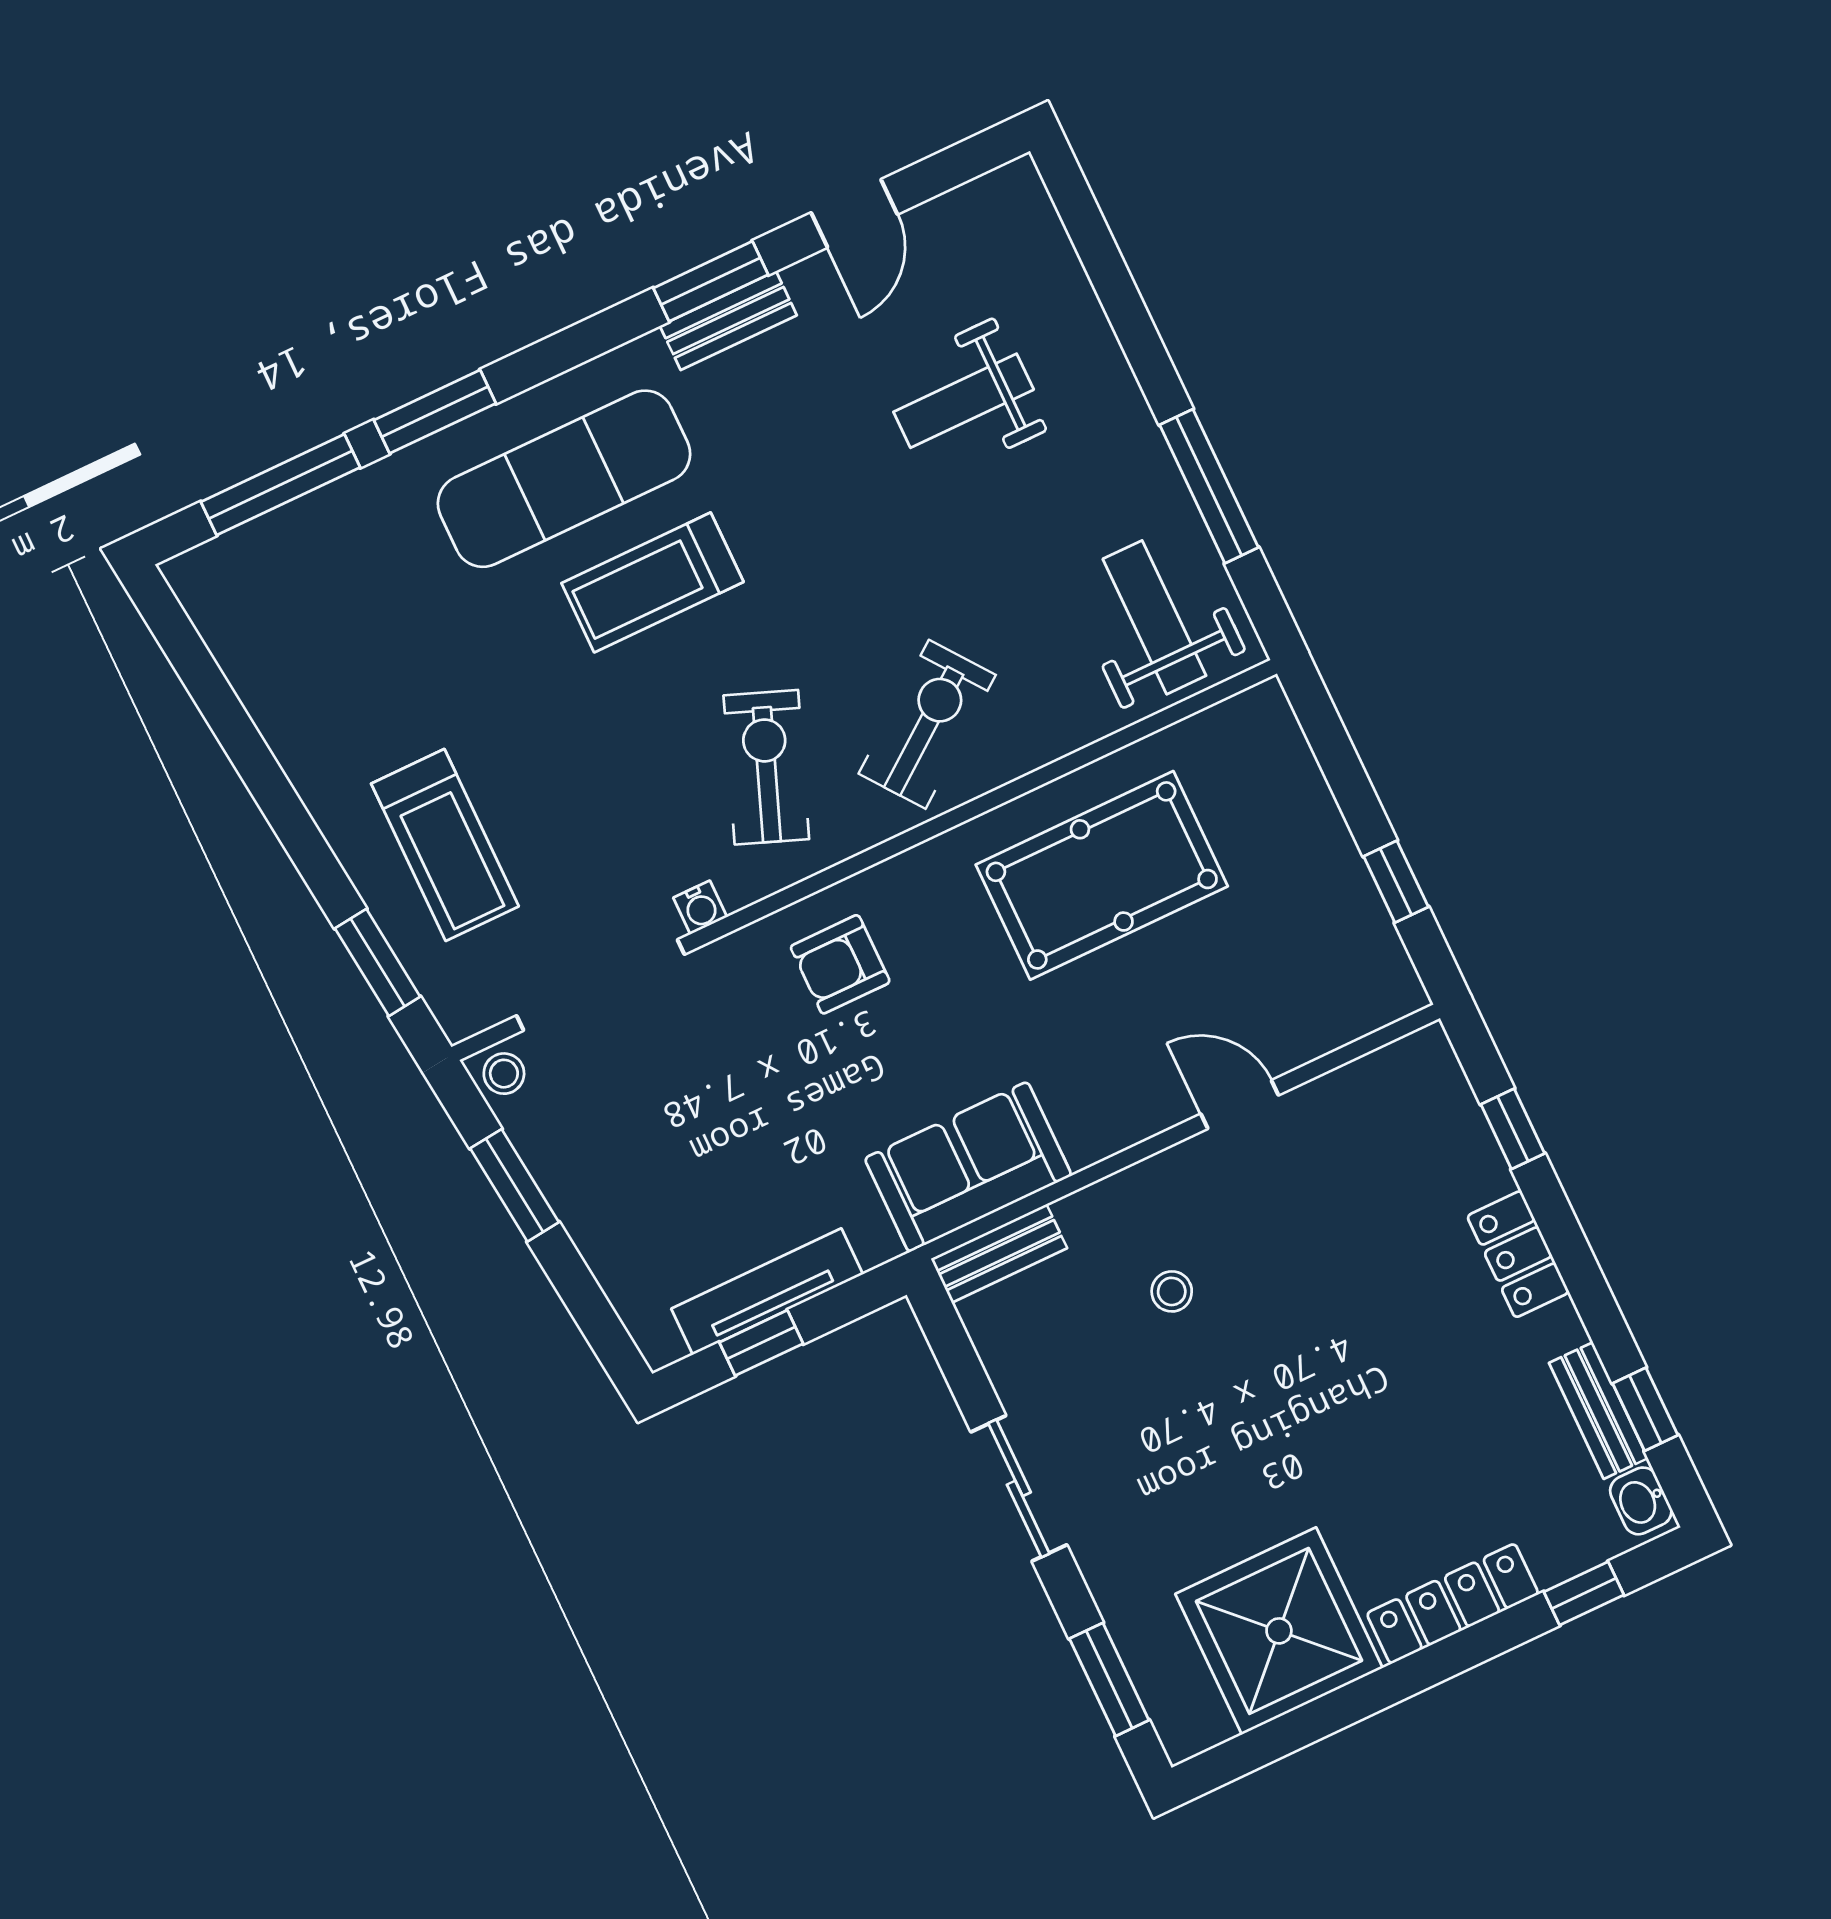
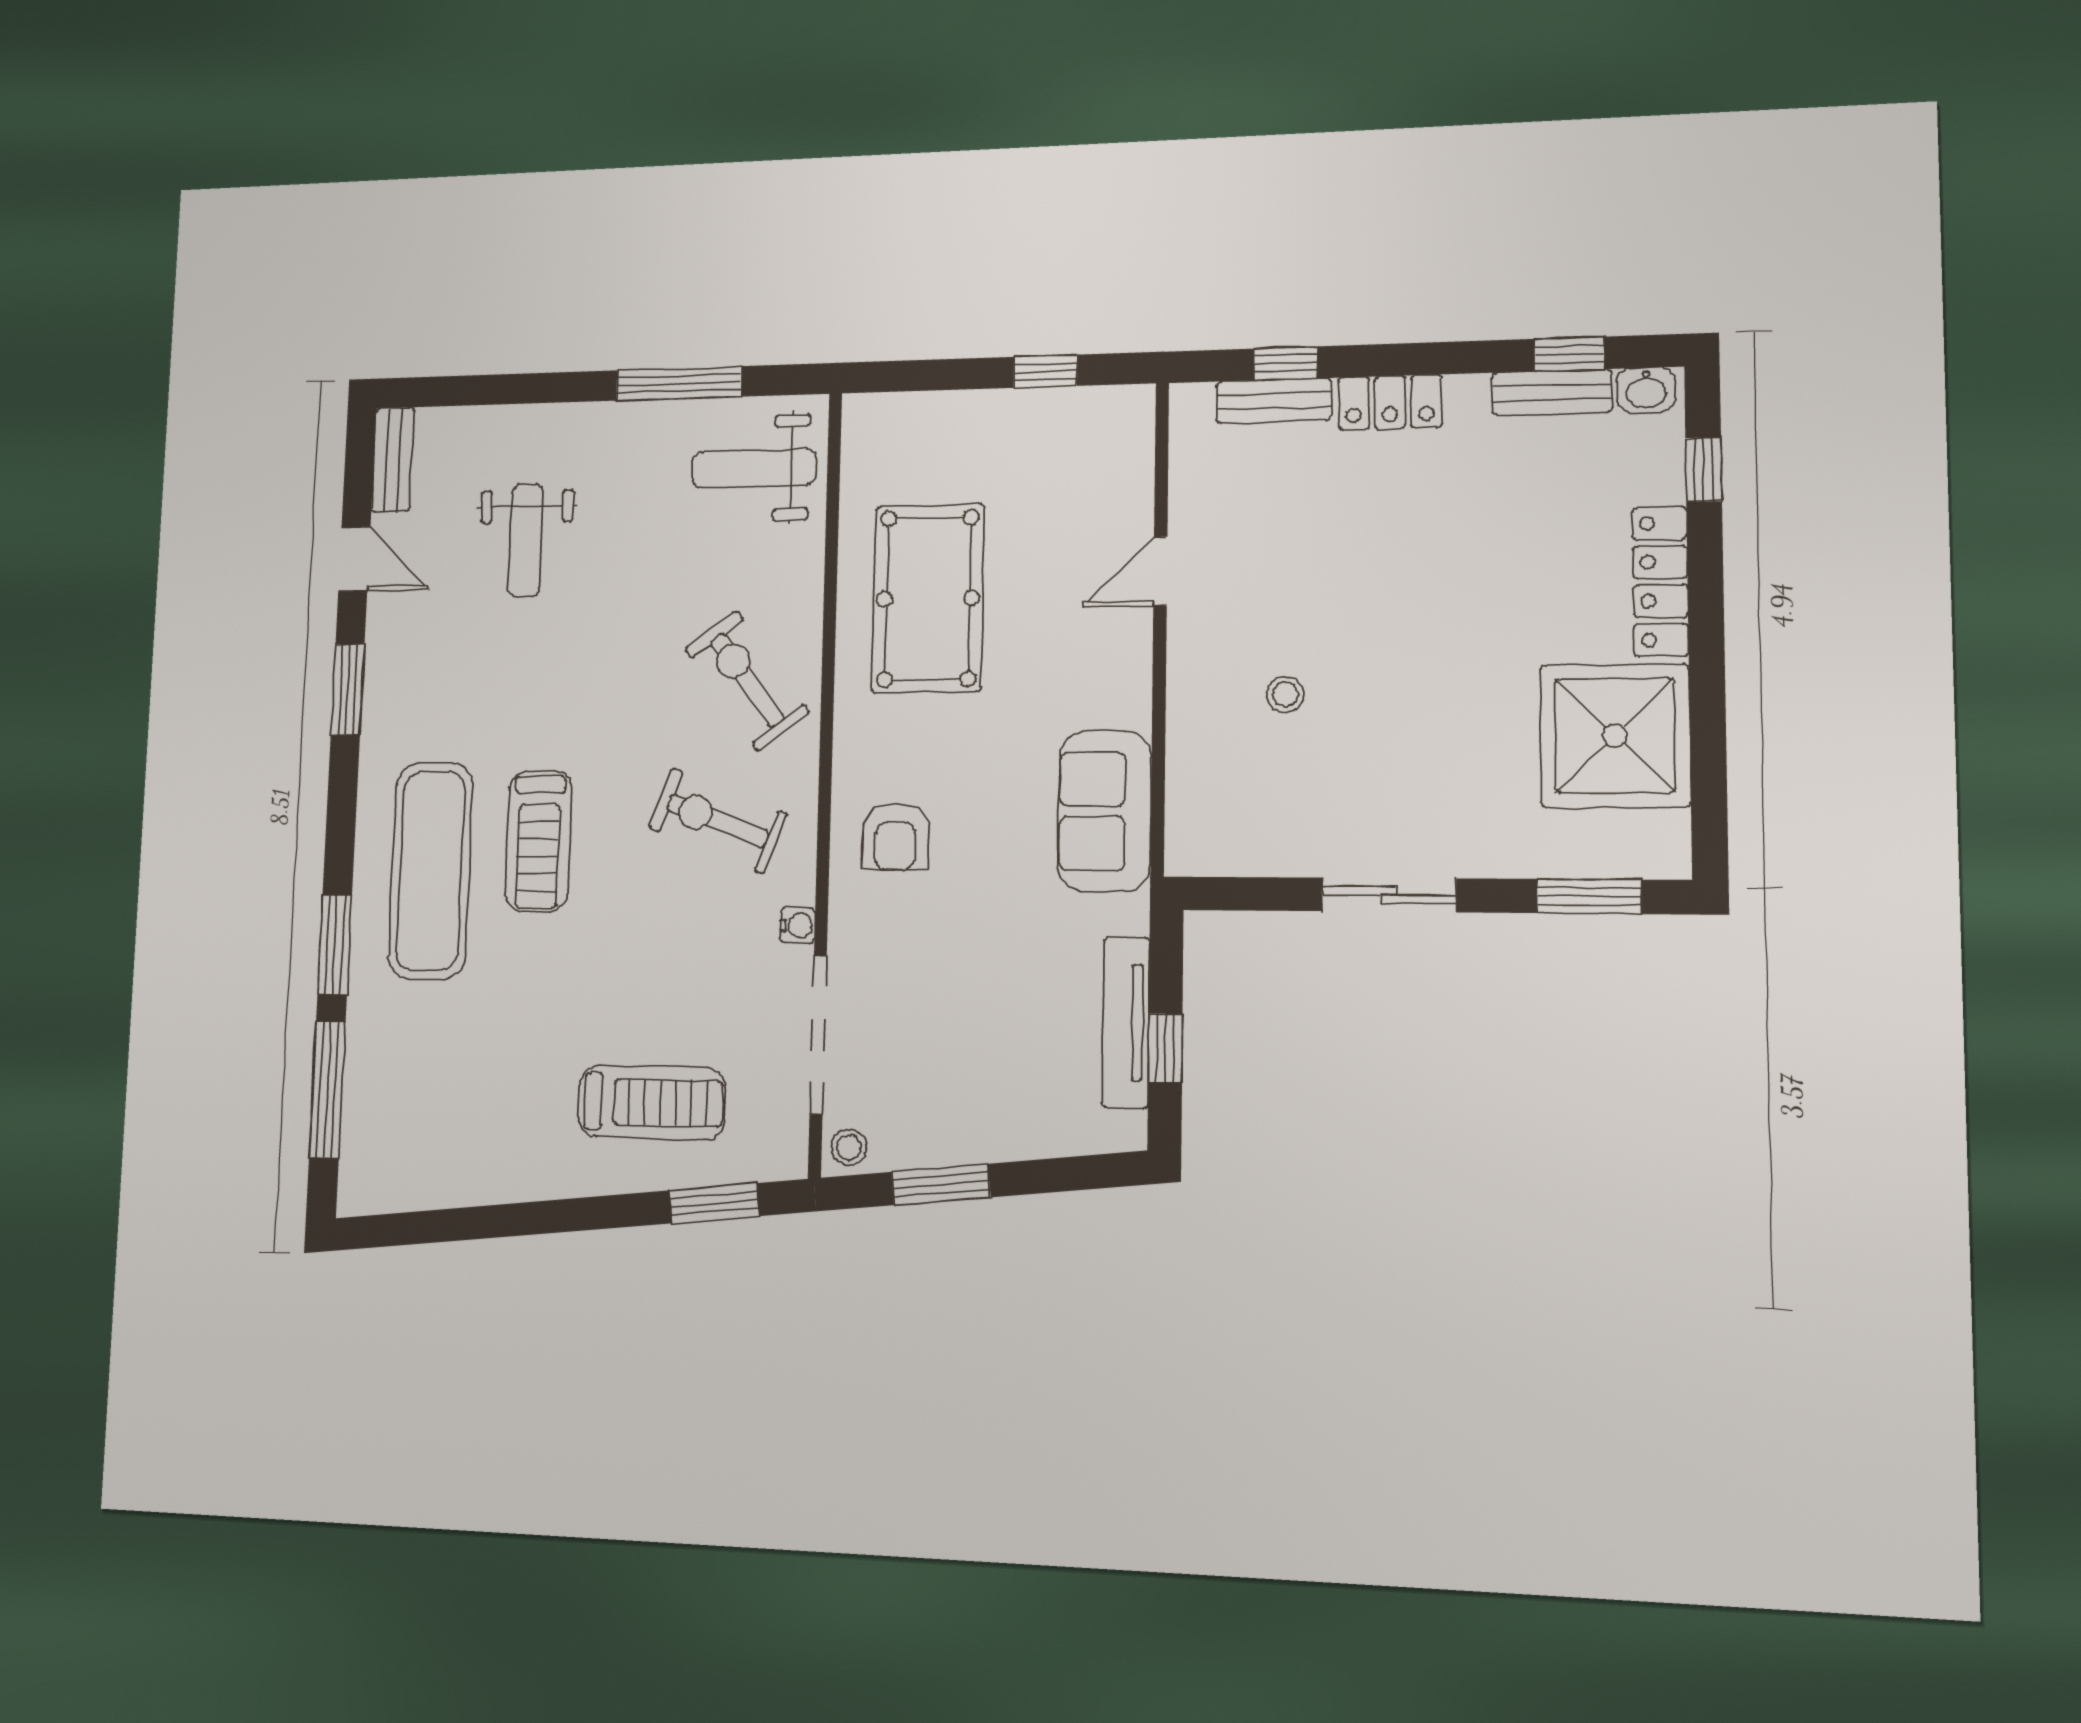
bench: (728, 321) -> (393, 460), moved
bench: (999, 1253) -> (1274, 401), moved, turned 90

